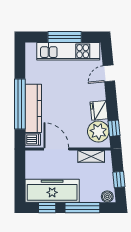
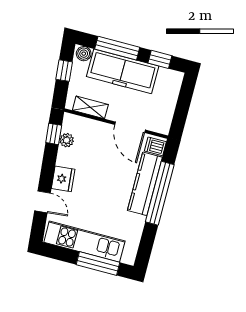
window: (65, 37) -> (98, 263), moved
door: (109, 73) -> (42, 202), hinge flipped
fridge: (99, 110) -> (63, 179), moved
plant: (98, 131) -> (67, 140), width x0.53, depth x0.53
freezer: (52, 191) -> (123, 71), moved

